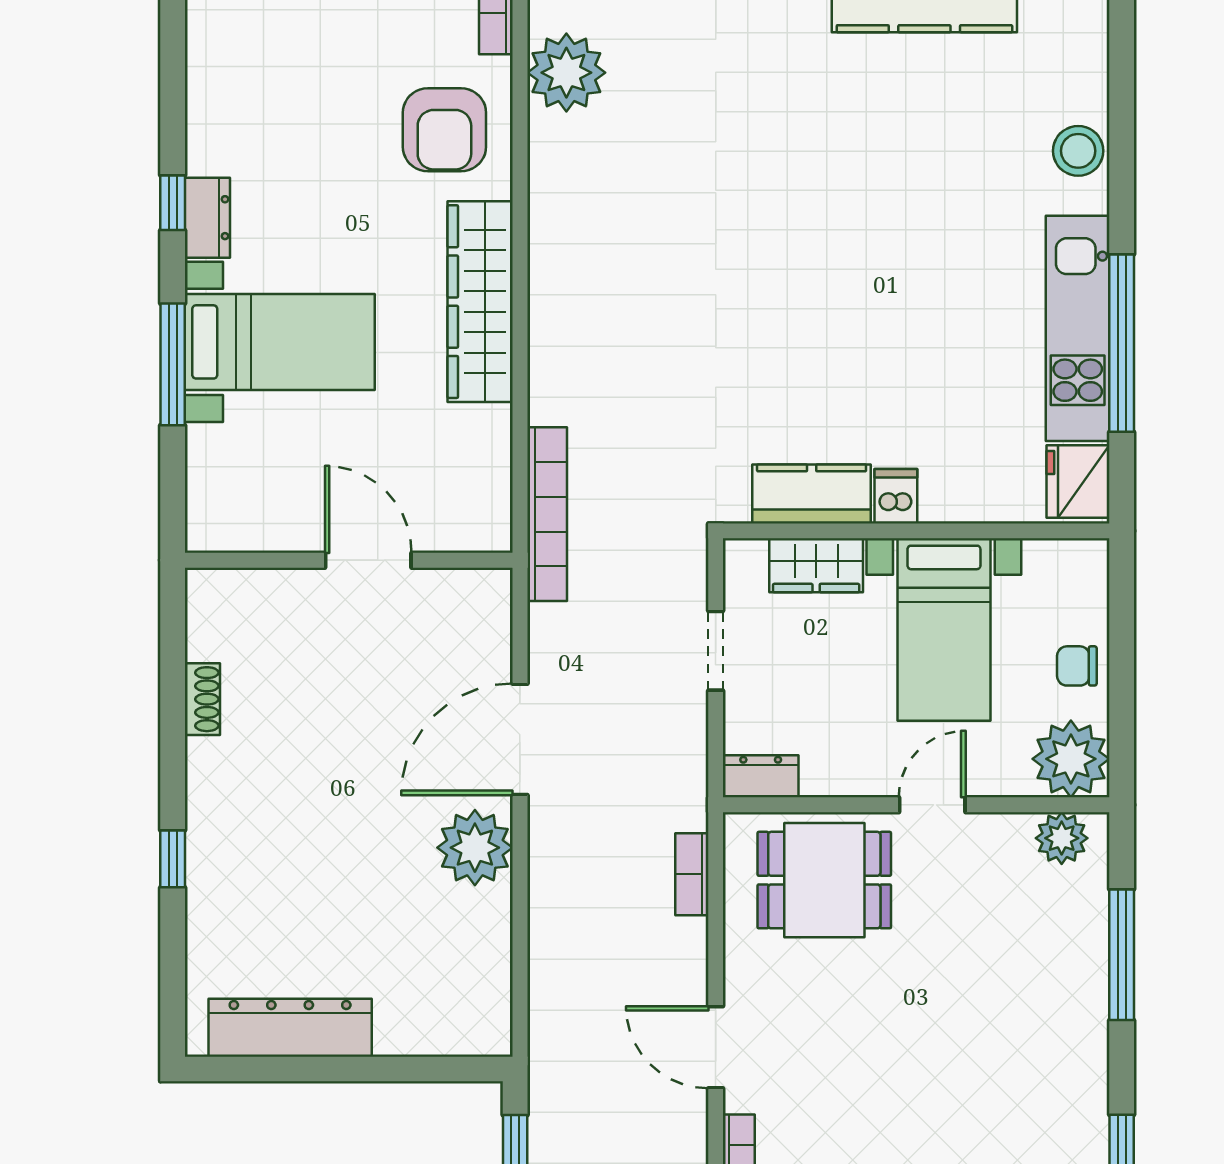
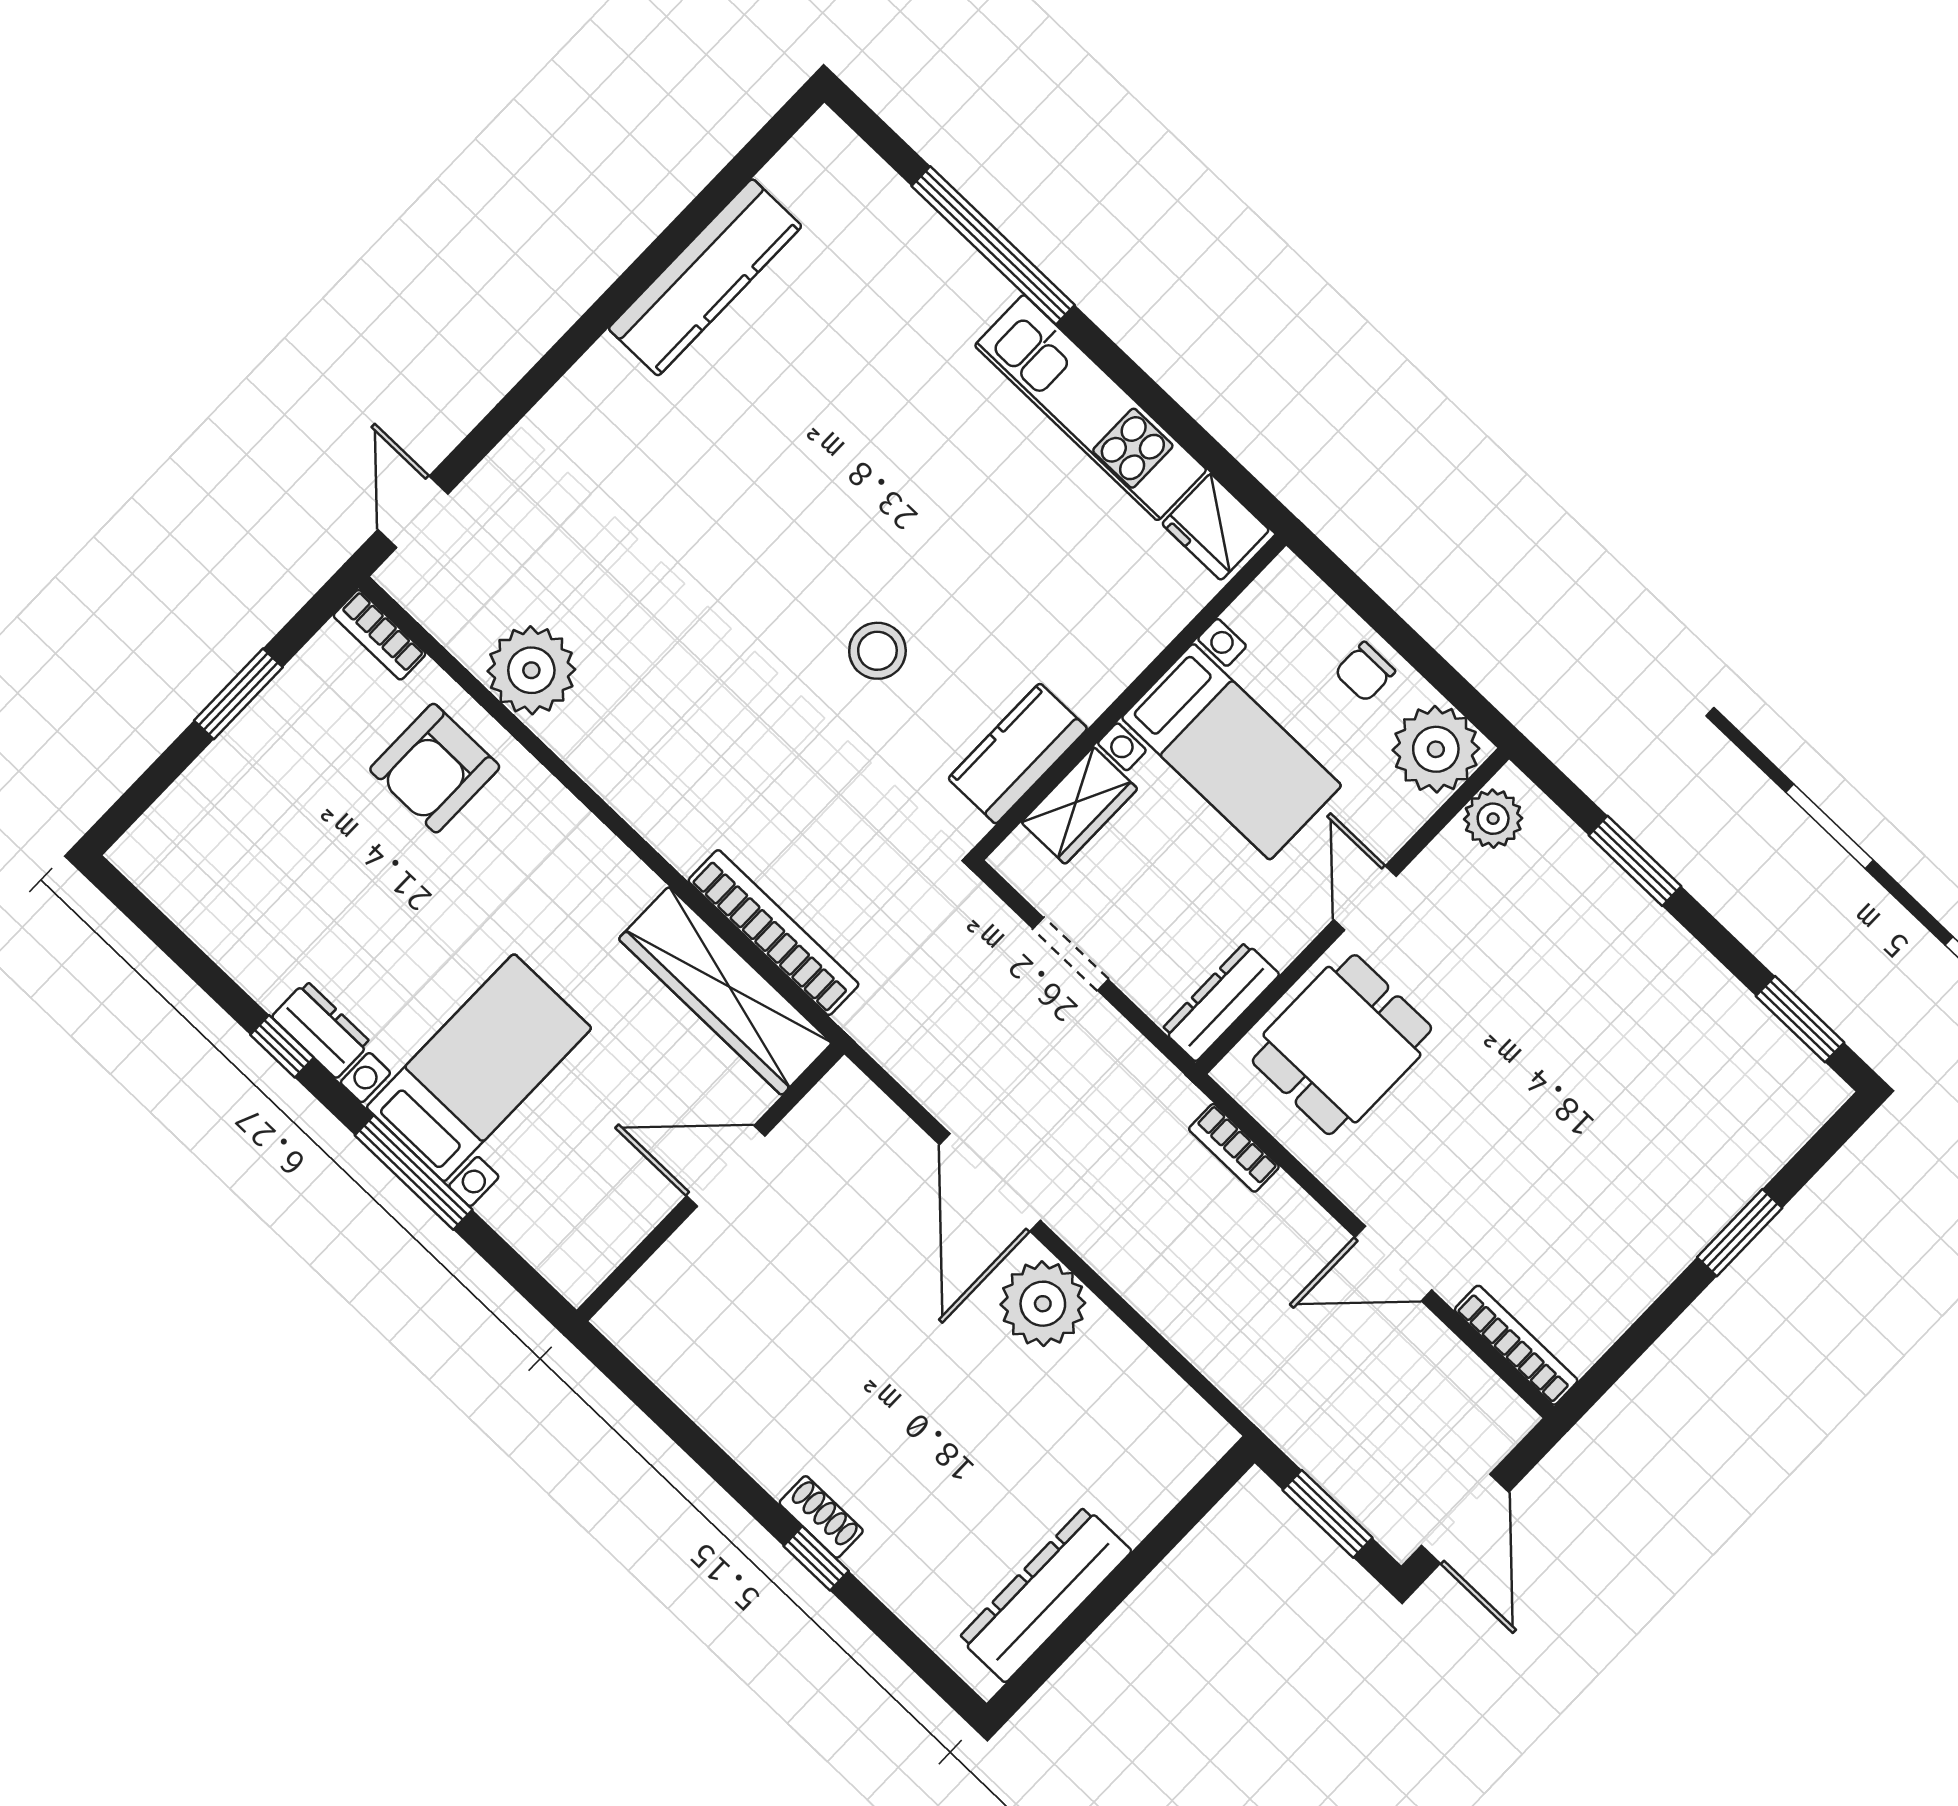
plant: (566, 73) -> (531, 670), moved
armchair: (444, 130) -> (435, 768), turned 90
stool: (1078, 151) -> (877, 651), moved
wardrobe: (480, 302) -> (725, 991), moved
window: (1122, 343) -> (993, 245), moved
dishwasher: (896, 496) -> (1085, 687), removed
bookcase: (547, 514) -> (773, 933), moved
shoe rack: (202, 699) -> (821, 1517), moved
dresser: (761, 776) -> (1221, 1002), width x1.44
window: (1122, 955) -> (1635, 861), width x0.69

